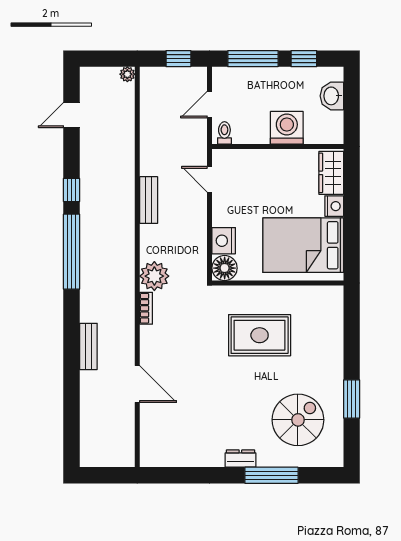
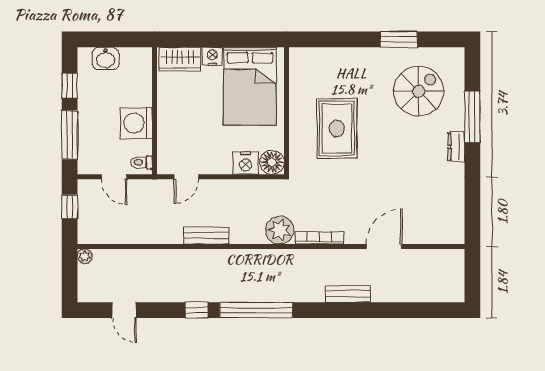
washing machine: (287, 128) -> (136, 123), moved
bookcase: (146, 308) -> (320, 238), width x1.56
spiral stairs: (298, 420) -> (419, 91), turned 90

